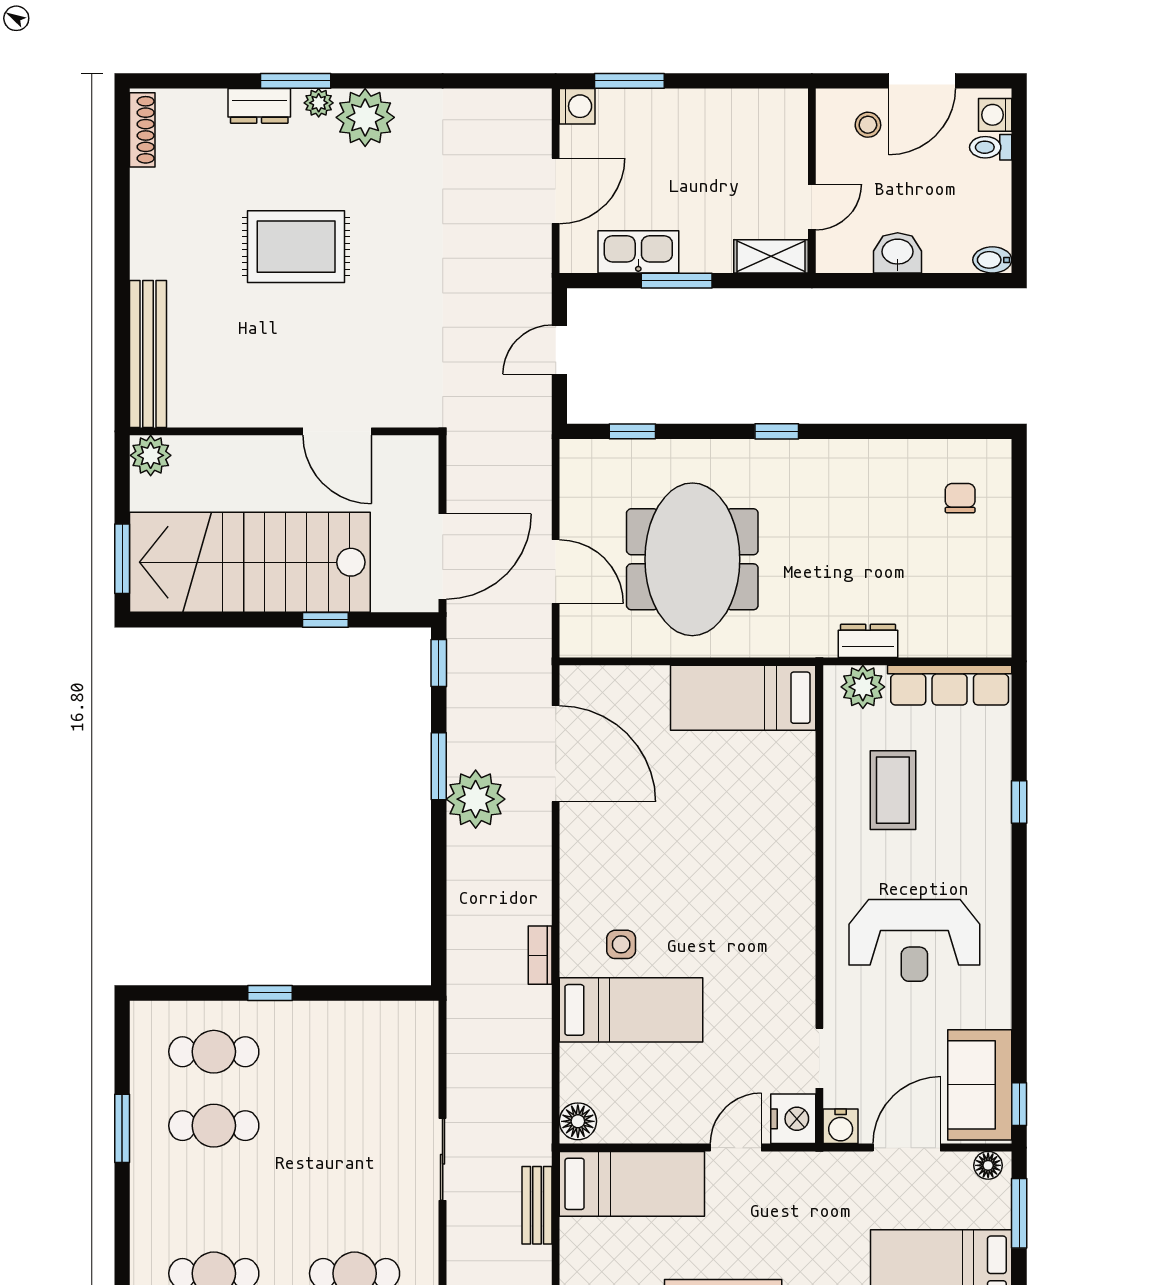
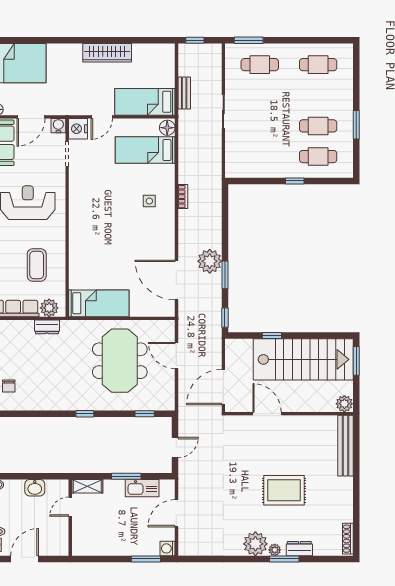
stool: (868, 125) -> (47, 541), removed
door: (443, 556) -> (223, 387), moved
bed: (631, 1010) -> (145, 150), moved

